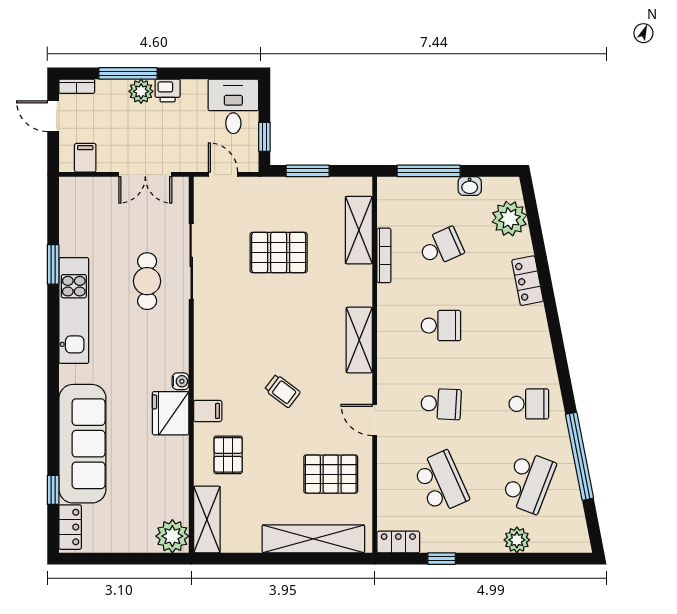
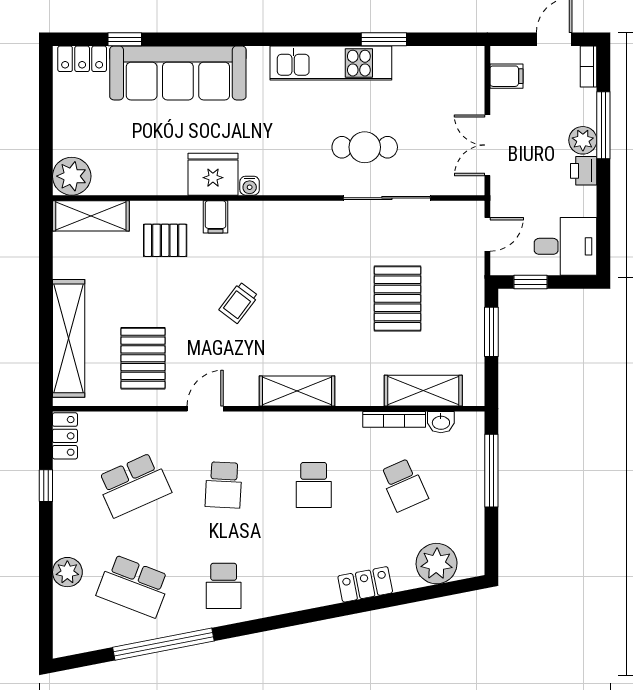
washbasin: (470, 186) -> (441, 422), moved, turned -90

